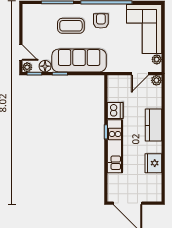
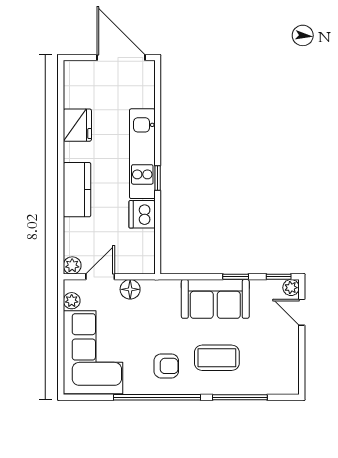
armchair: (101, 21) -> (166, 366), turned -90
sofa: (79, 61) -> (215, 299), width x0.73
floor lamp: (45, 66) -> (130, 289), moved

